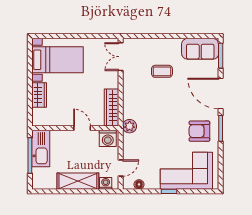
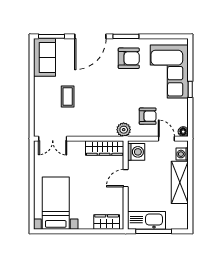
wardrobe: (39, 95) -> (107, 222), moved
armchair: (199, 131) -> (129, 58), turned -90
armchair: (143, 150) -> (148, 116), added
floor lamp: (139, 184) -> (183, 132), moved

